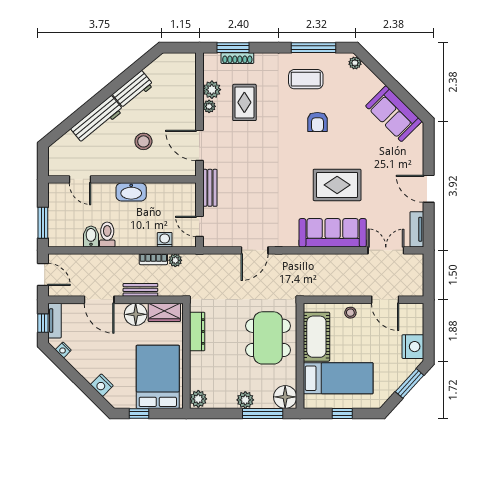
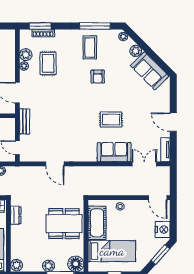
coffee table: (306, 79) -> (90, 47), turned 90
plant: (373, 84) -> (136, 51), added
rug: (337, 185) -> (111, 119), width x0.73, depth x0.70
sofa: (333, 233) -> (114, 152), width x0.73
door: (255, 250) -> (55, 164), hinge flipped
door: (385, 300) -> (158, 198), moved
dresser: (197, 332) -> (16, 215), width x0.70
dining table: (268, 338) -> (64, 224), turned 90

